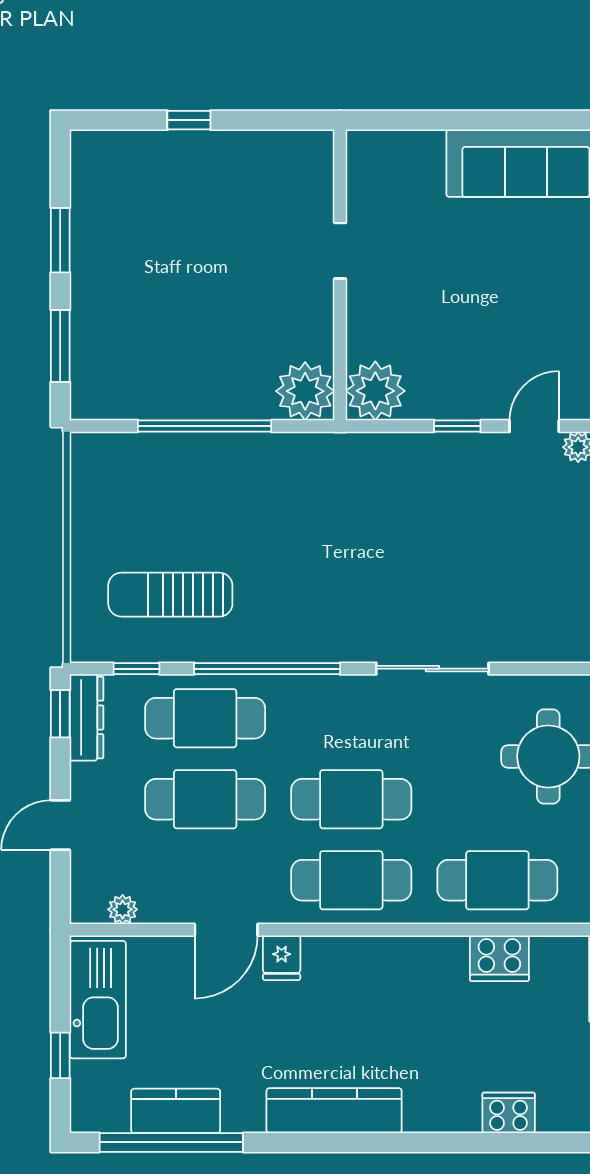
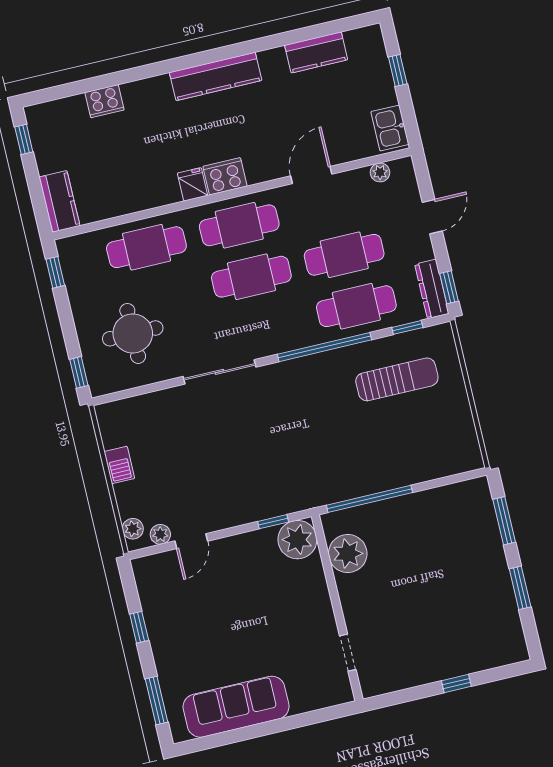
doorway: (340, 251) -> (348, 653), moved
plant: (305, 391) -> (348, 554), moved
window: (205, 426) -> (369, 499), moved
window: (457, 426) -> (273, 522), moved
fridge: (282, 958) -> (193, 184), moved
cooker: (499, 958) -> (225, 176), moved
kitchen sink: (98, 1000) -> (390, 128), width x0.53, depth x0.81
window: (171, 1142) -> (314, 32), removed

